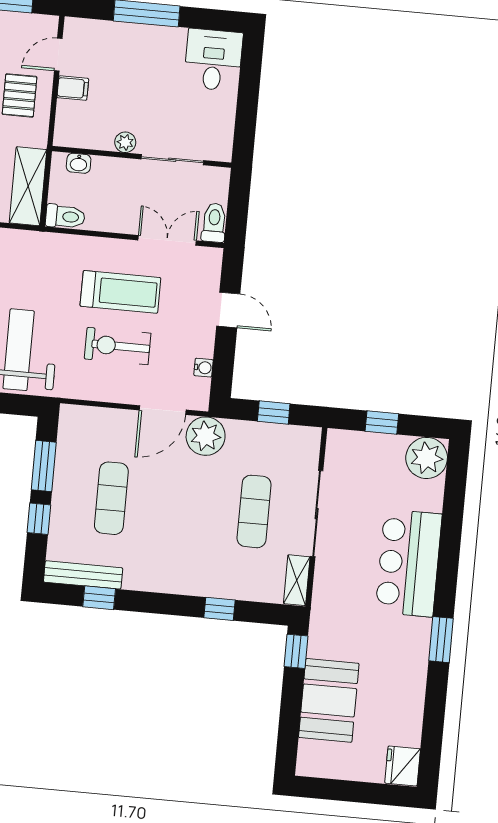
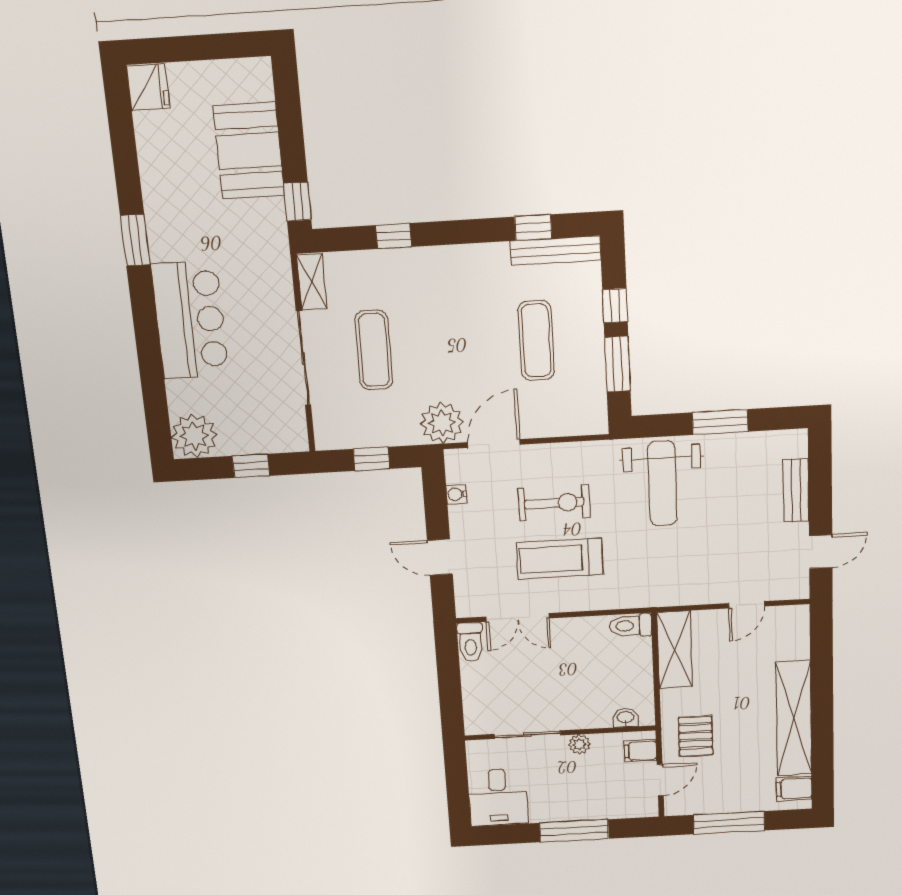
plant: (125, 142) -> (579, 744), moved
wall: (142, 157) -> (560, 733), moved
sliding door: (172, 160) -> (527, 735), moved
washbasin: (79, 163) -> (626, 718), moved

